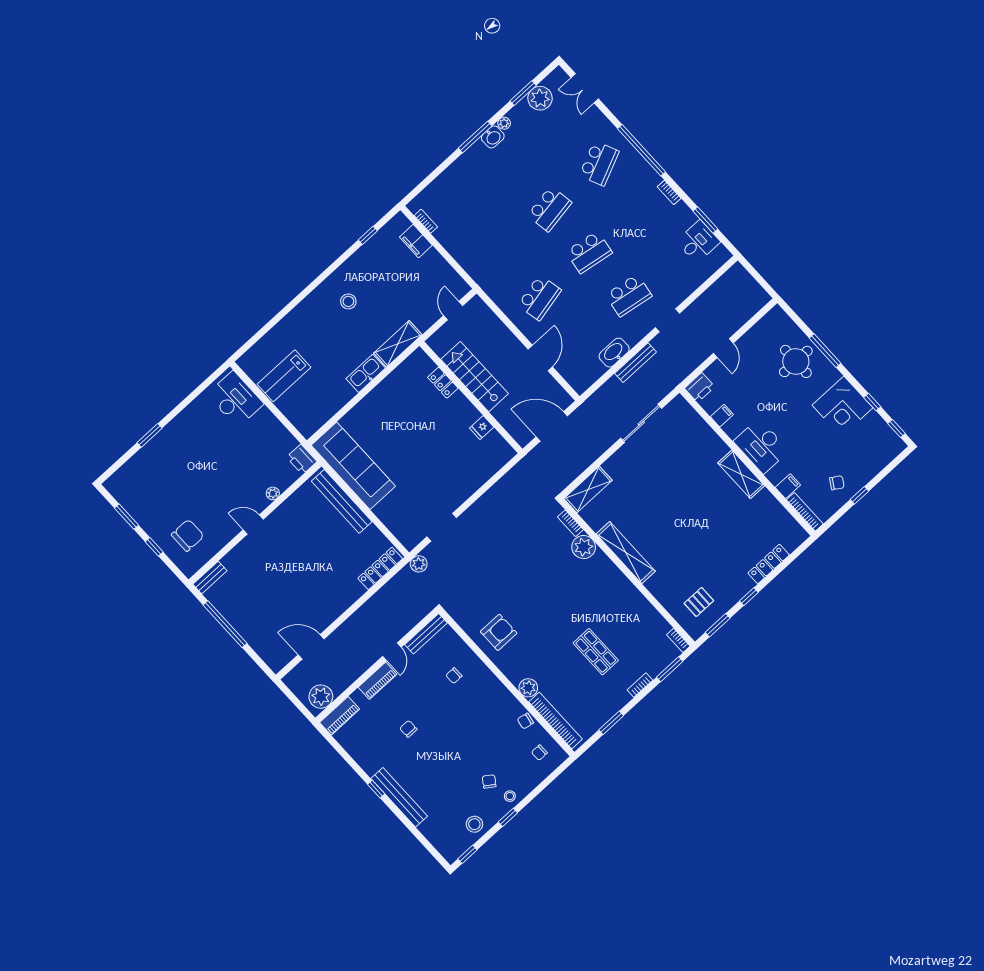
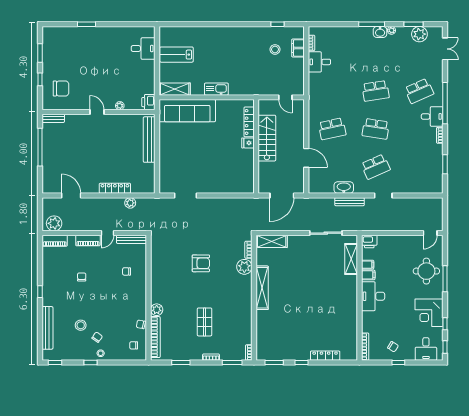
double door: (585, 88) -> (445, 49), swing flipped
desk: (455, 235) -> (319, 62), added
desk: (698, 242) -> (432, 116), moved
school desk: (629, 295) -> (376, 167), turned -33
stool: (348, 301) -> (275, 49), moved
door: (453, 311) -> (285, 97), swing flipped
shelving: (398, 344) -> (175, 89), moved
door: (723, 348) -> (430, 233), moved
door: (540, 358) -> (306, 158), hinge flipped
locker: (443, 383) -> (249, 122), width x1.53
desk: (235, 399) -> (143, 49), width x0.73
door: (552, 426) -> (282, 195), swing flipped
fridge: (482, 428) -> (248, 143), moved
desk: (877, 451) -> (426, 349), added
sofa: (353, 466) -> (187, 111), moved, turned 90
shelving: (741, 474) -> (351, 259), moved
filing cabinet: (788, 486) -> (368, 275), moved
plant: (419, 564) -> (130, 203), moved
locker: (380, 568) -> (115, 188), moved
pallet: (699, 602) -> (275, 343), removed
armchair: (499, 632) -> (201, 263), moved
bench: (399, 797) -> (47, 328), moved
stool: (474, 824) -> (81, 325), moved

